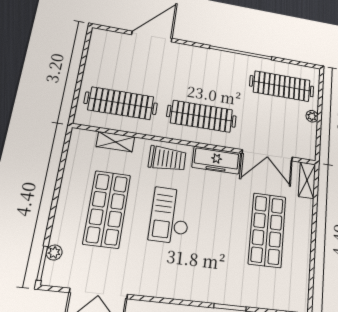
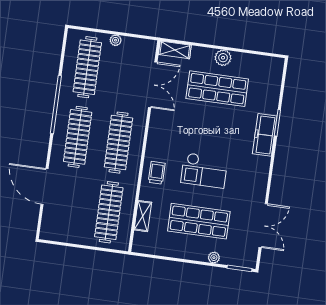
clothes rail: (207, 73) -> (78, 137), added
trolley: (167, 159) -> (157, 173), width x0.73, depth x0.72
freezer: (216, 160) -> (265, 135), moved, turned 180
plant: (303, 236) -> (223, 58), added
plant: (54, 253) -> (214, 258), moved

